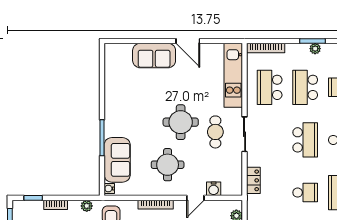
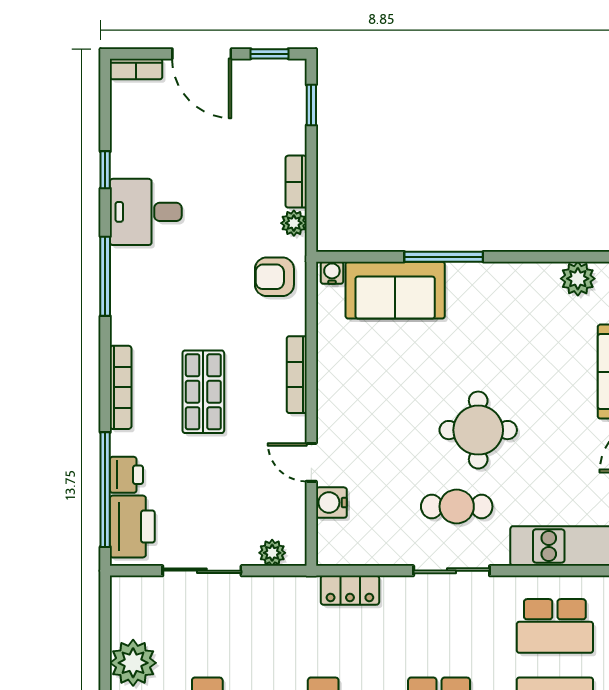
plant: (112, 77) -> (578, 279), added
school desk: (270, 87) -> (555, 626), turned 180
round table: (168, 165) -> (384, 401), removed
bookcase: (56, 205) -> (296, 182), moved

